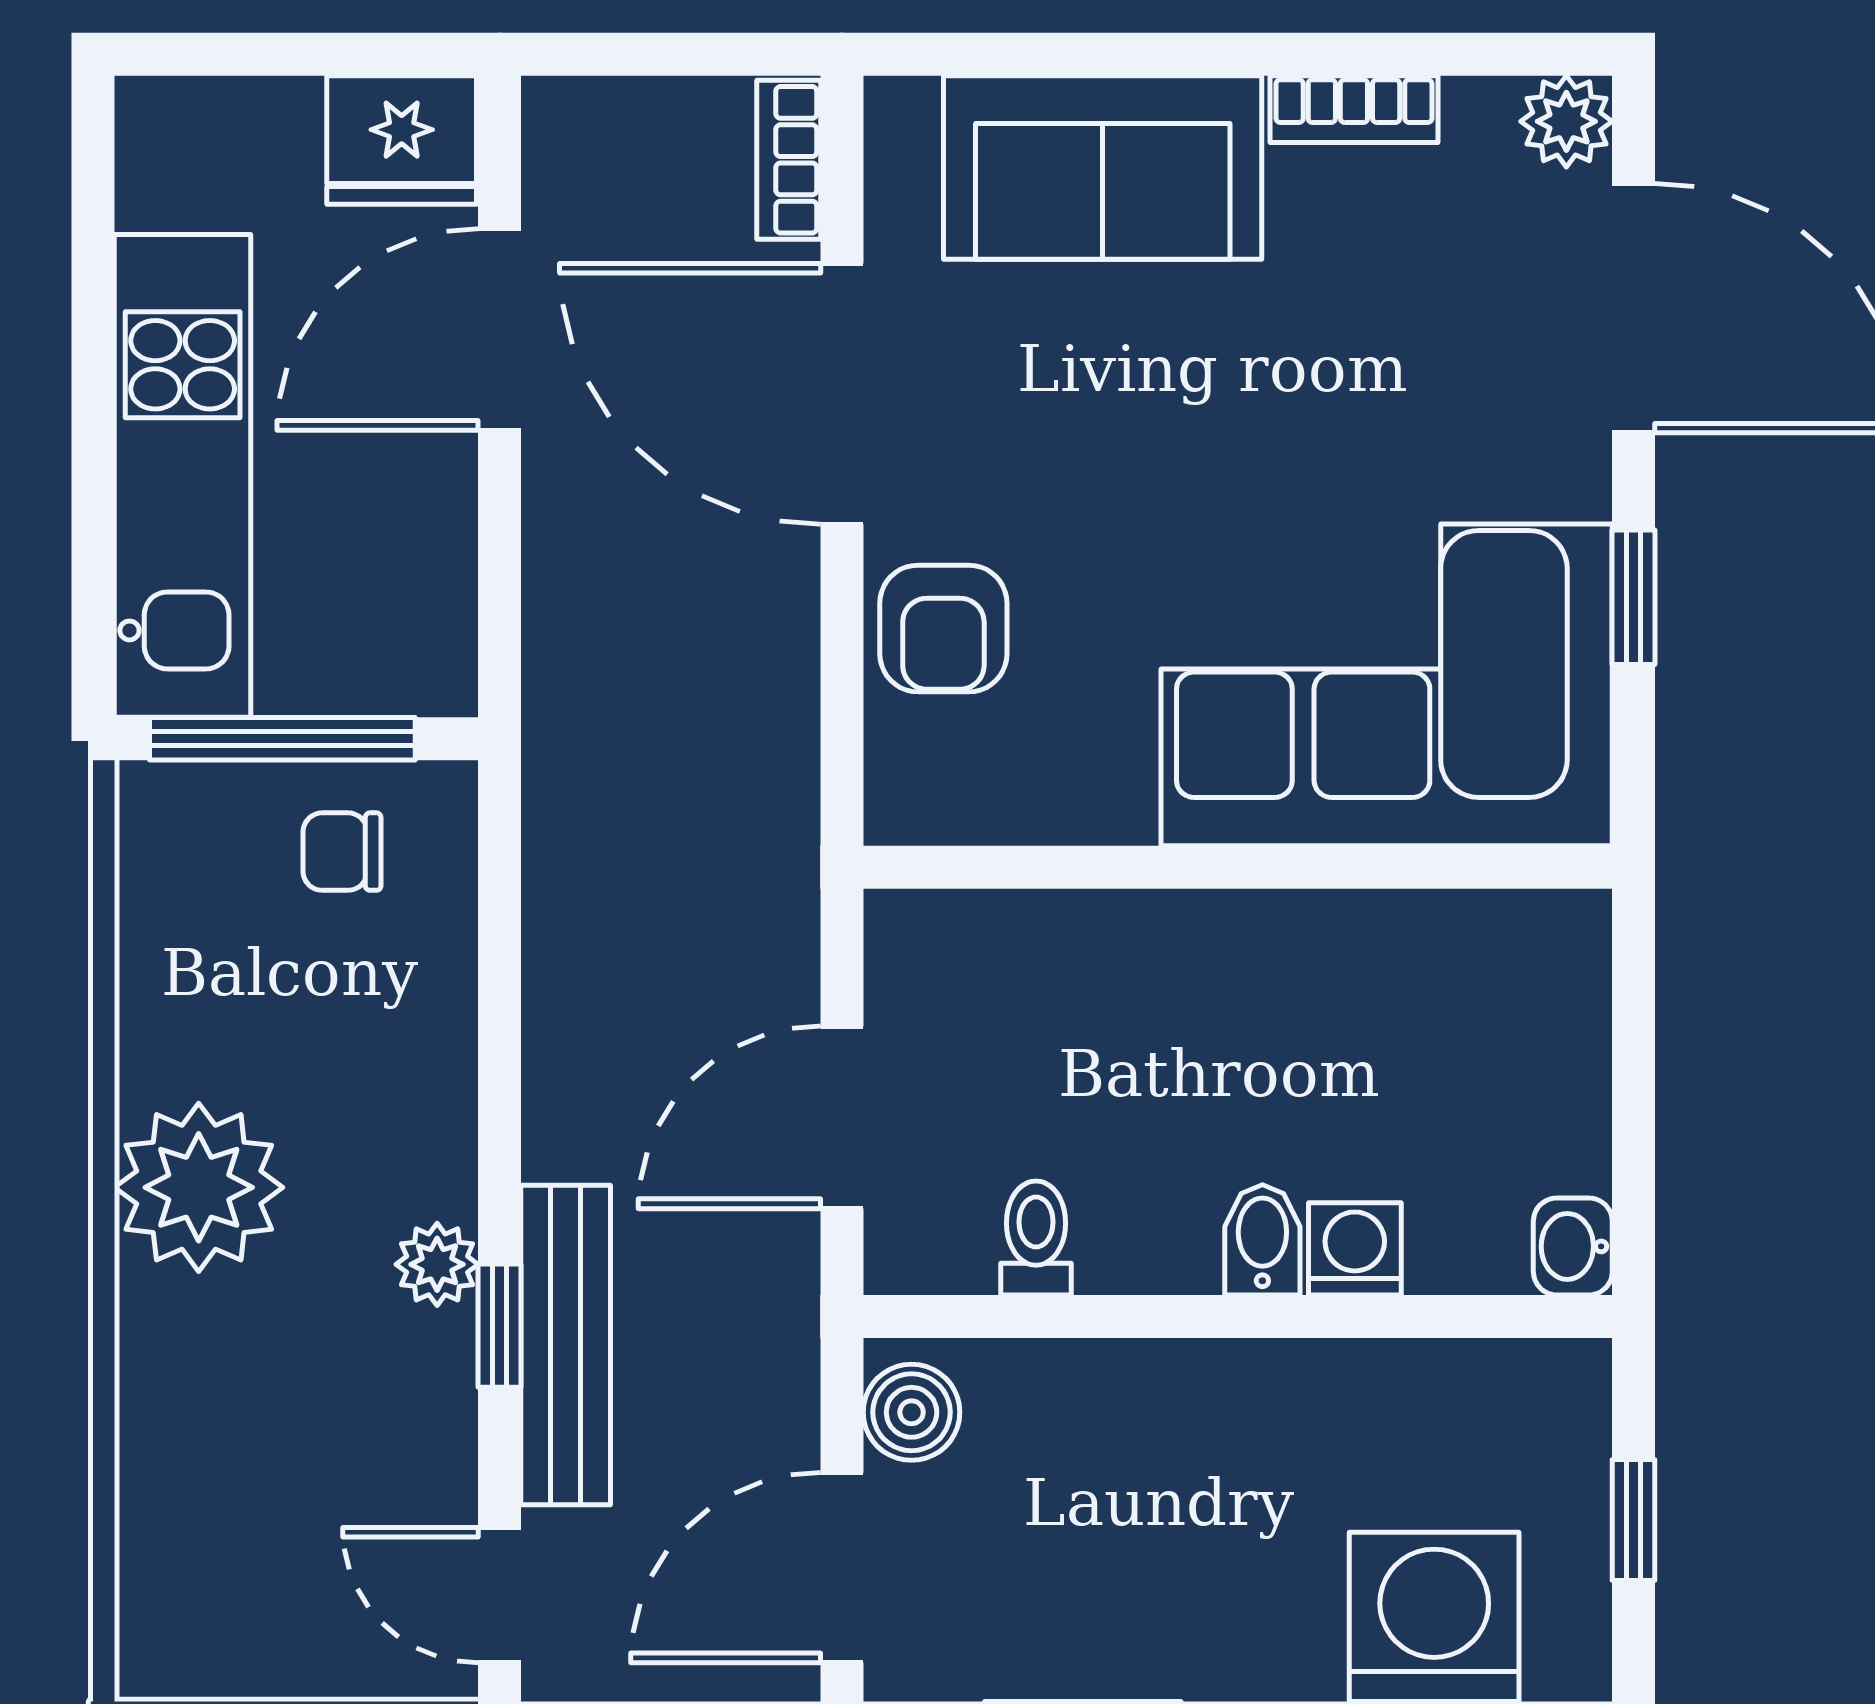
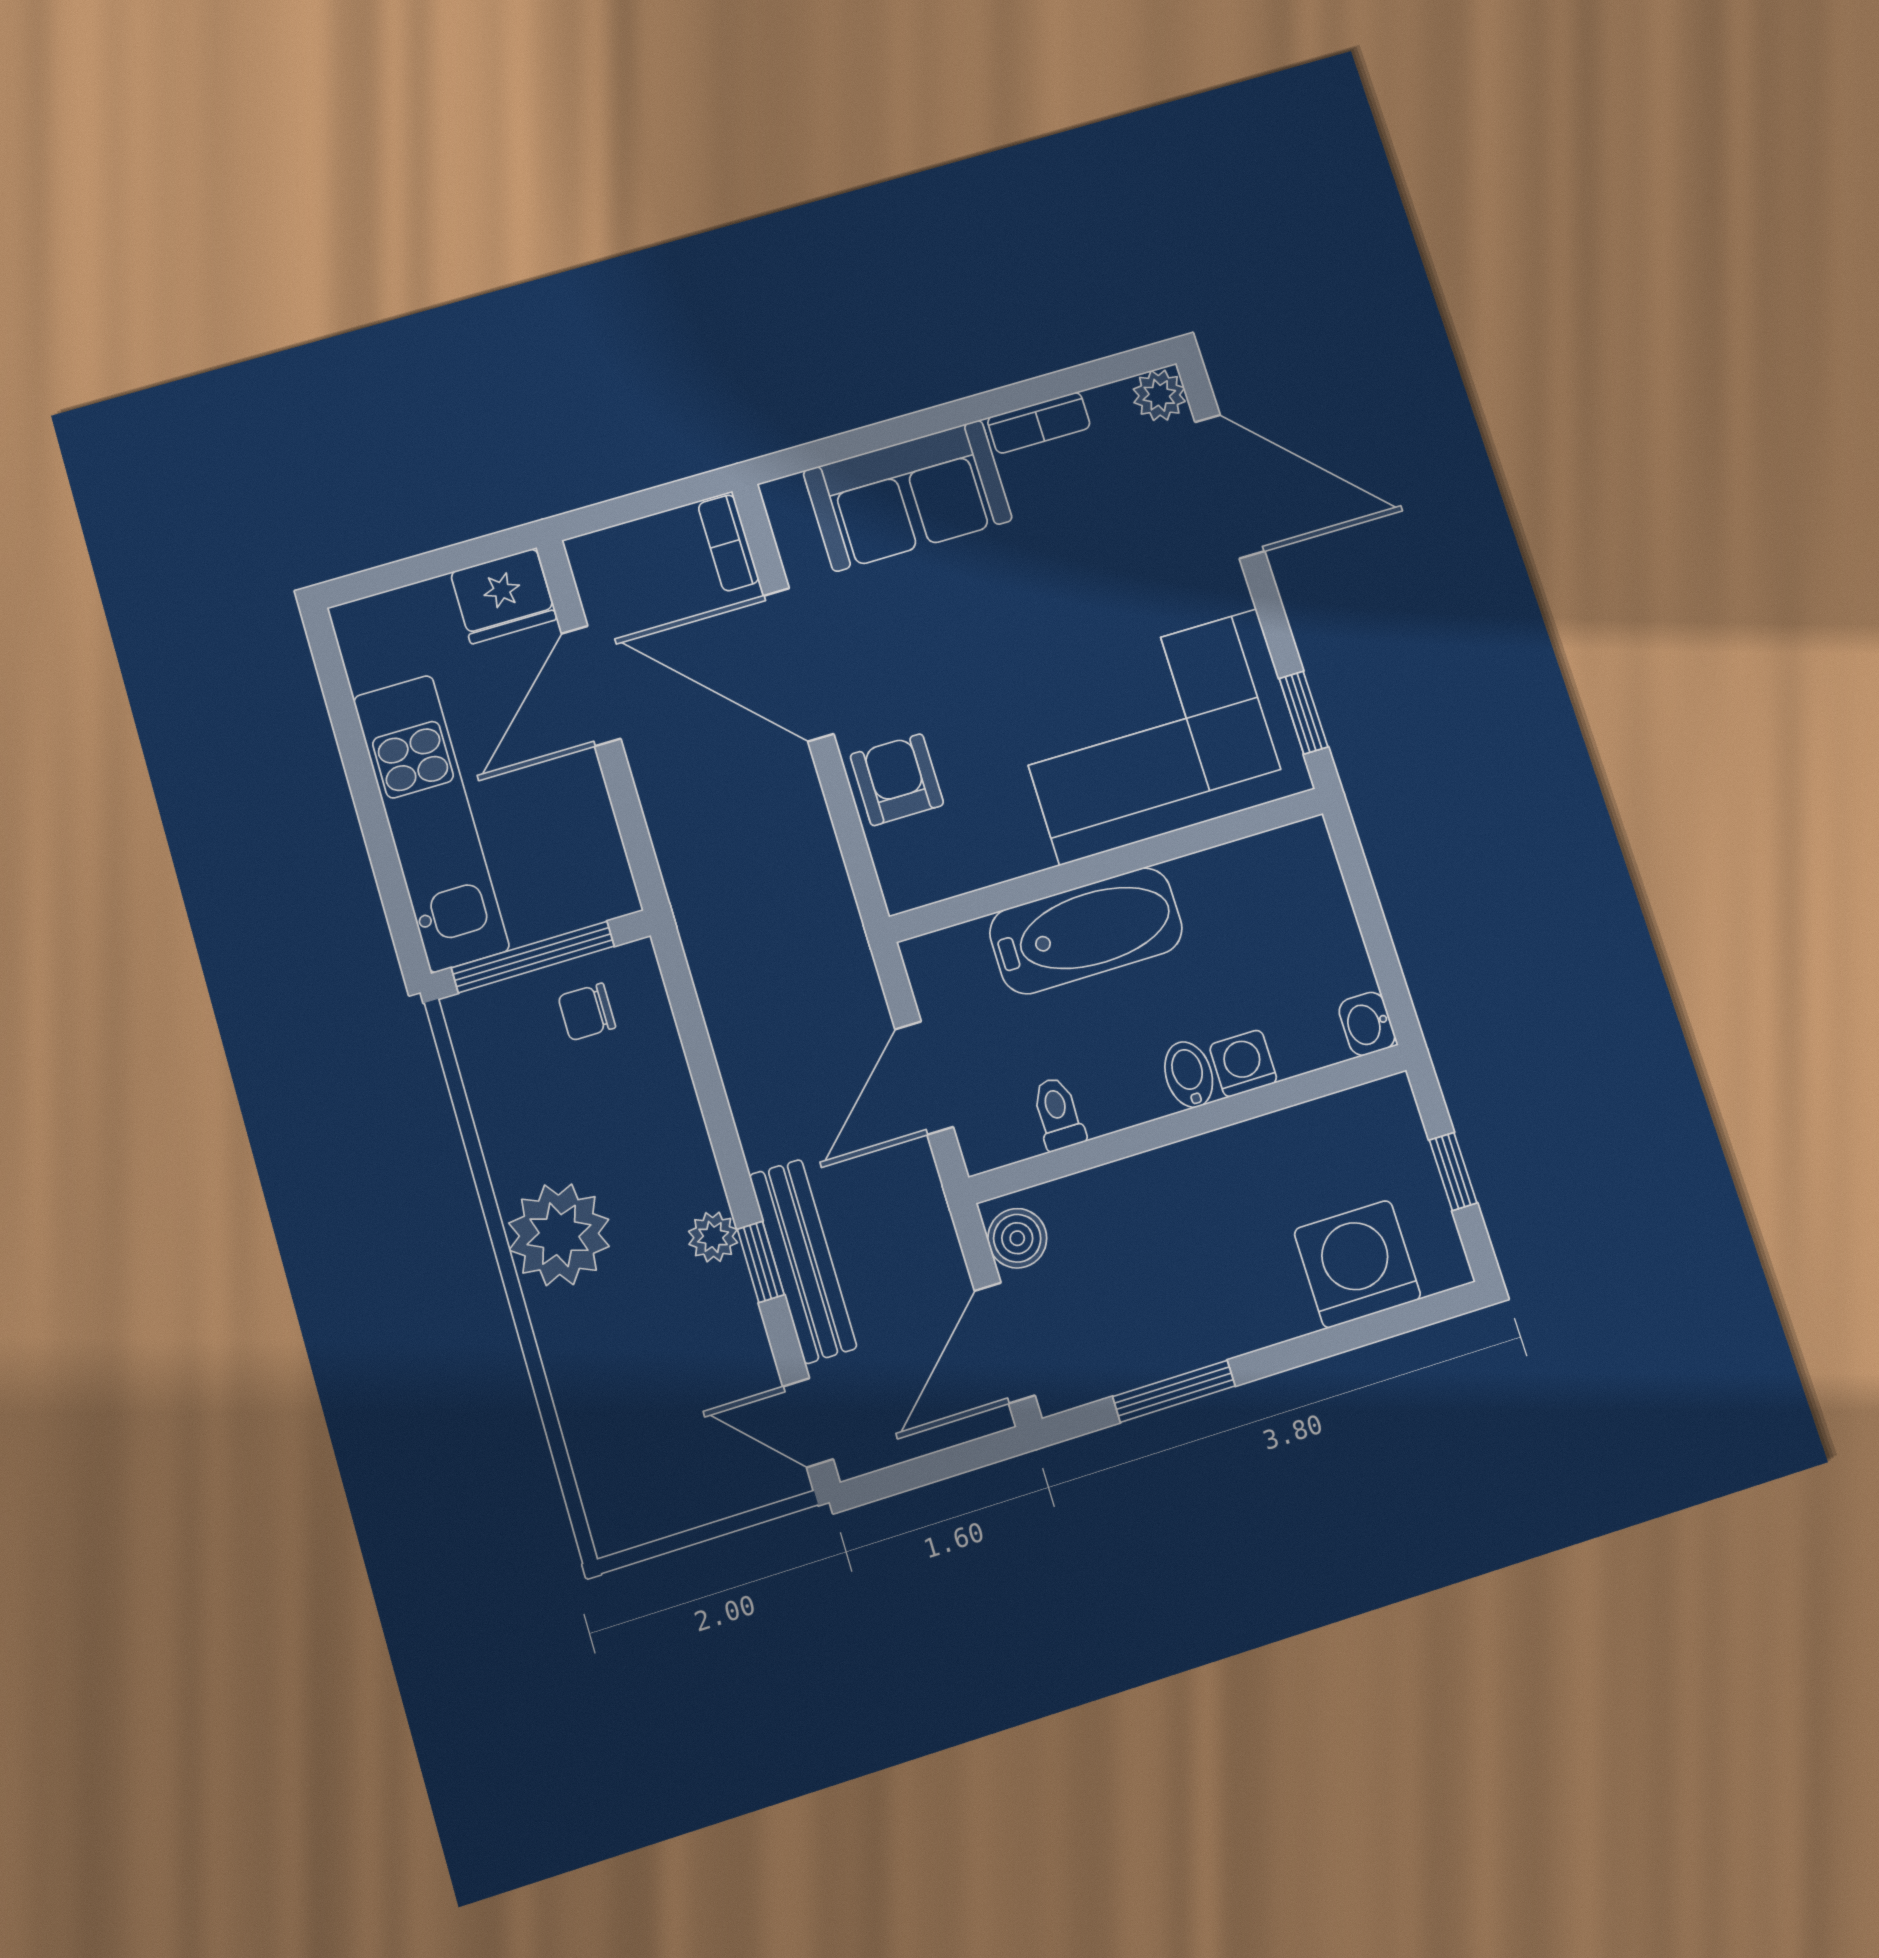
window: (1634, 597) -> (1304, 713), moved
armchair: (943, 629) -> (897, 780), turned 180
bathtub: (1171, 962) -> (1086, 931), added

